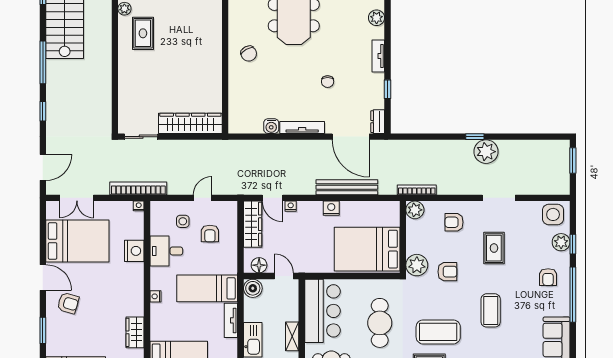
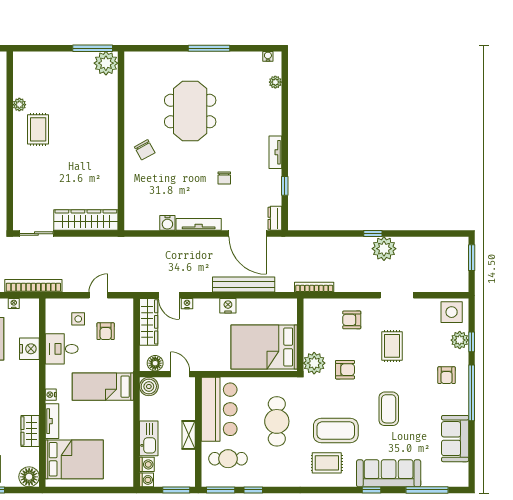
plant: (377, 18) -> (274, 114), removed
nightstand: (139, 206) -> (14, 303), moved
plant: (415, 210) -> (312, 307), removed
tv unit: (231, 320) -> (52, 421), moved, turned 180

